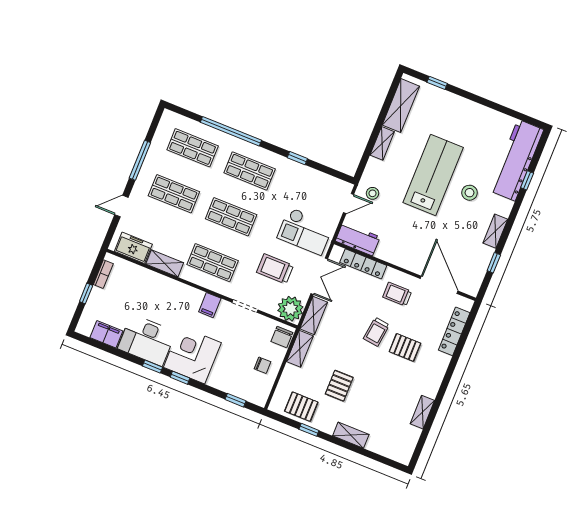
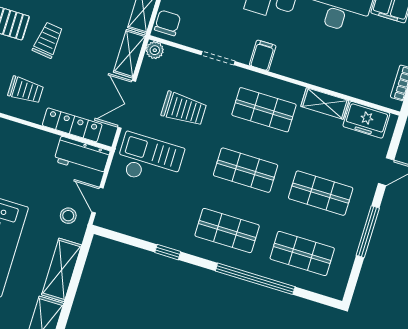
shelving: (382, 143) -> (62, 270), width x1.50, depth x1.33
door: (349, 203) -> (98, 200), hinge flipped
plant: (290, 309) -> (155, 50), width x0.53, depth x0.53

